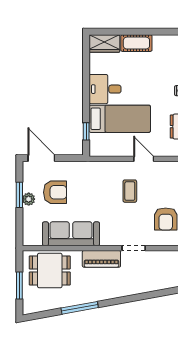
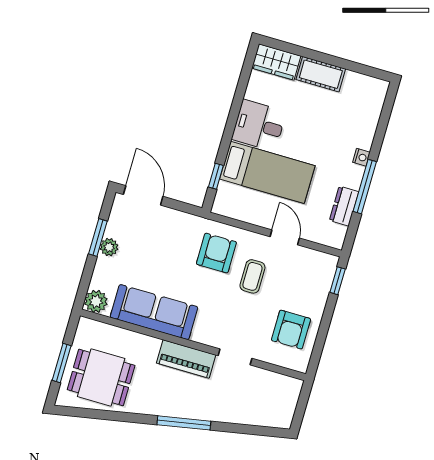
armchair: (55, 192) -> (216, 253), moved, turned -90
plant: (30, 238) -> (96, 301), added
dining table: (50, 271) -> (101, 377), moved
window: (80, 308) -> (184, 423), moved

